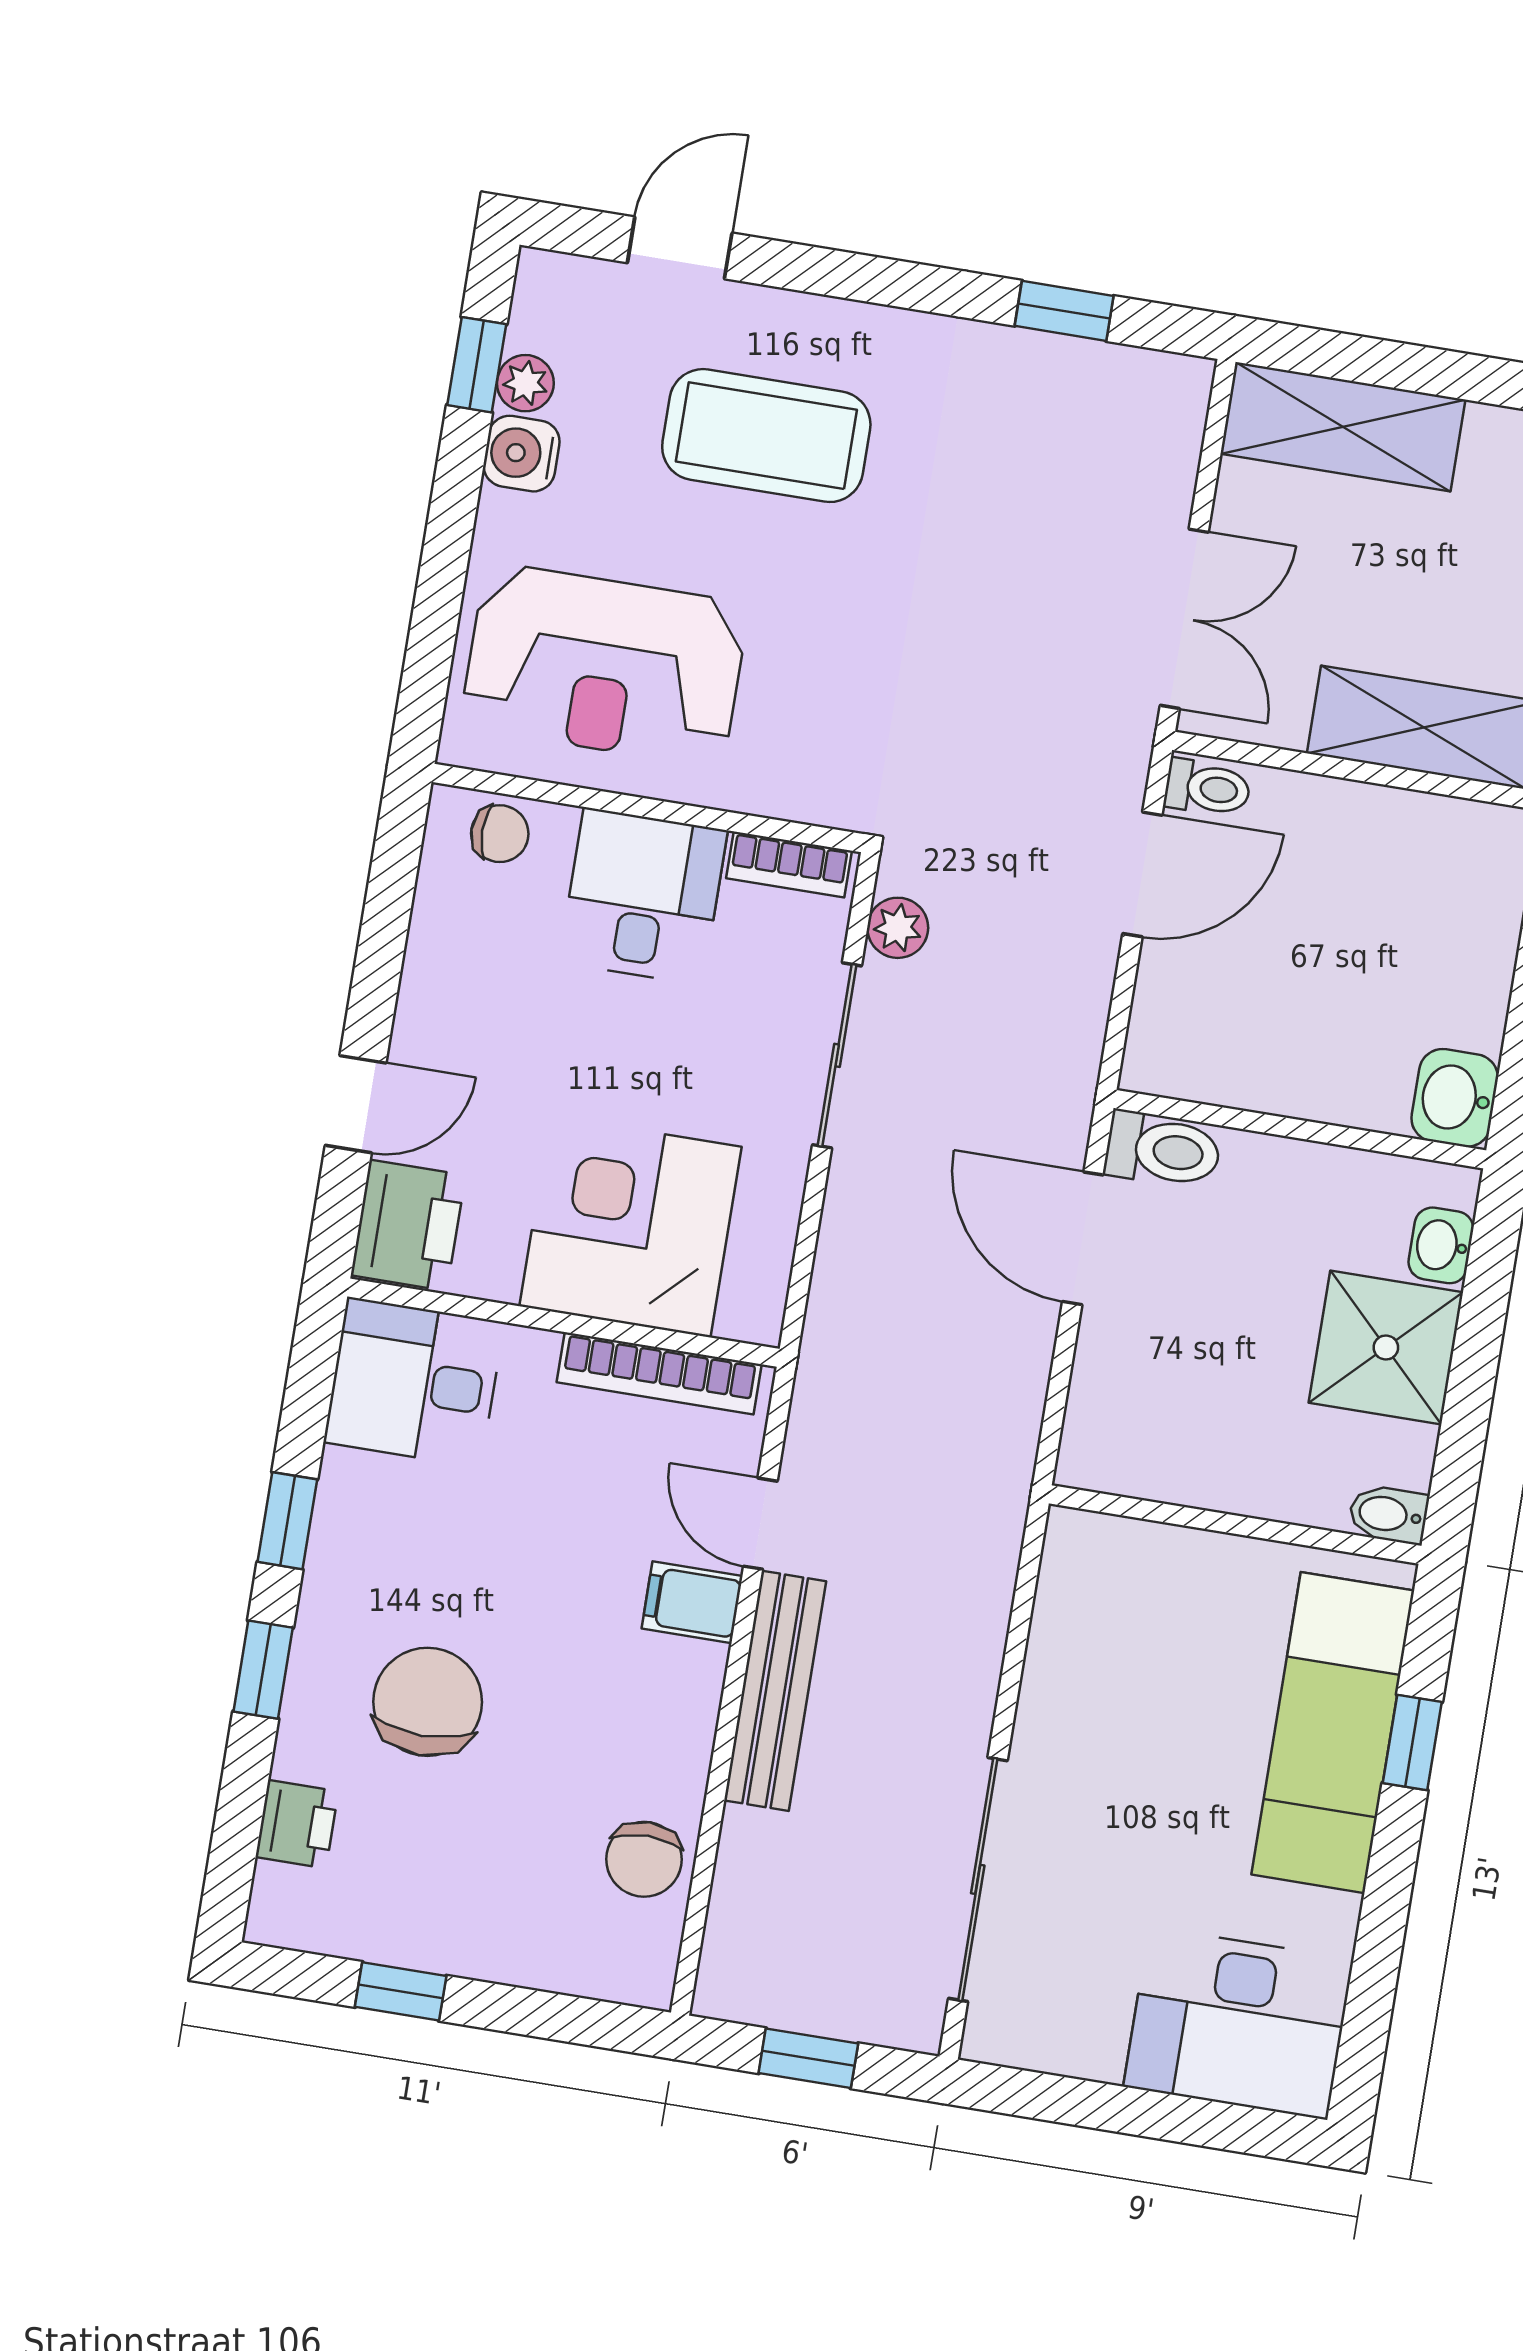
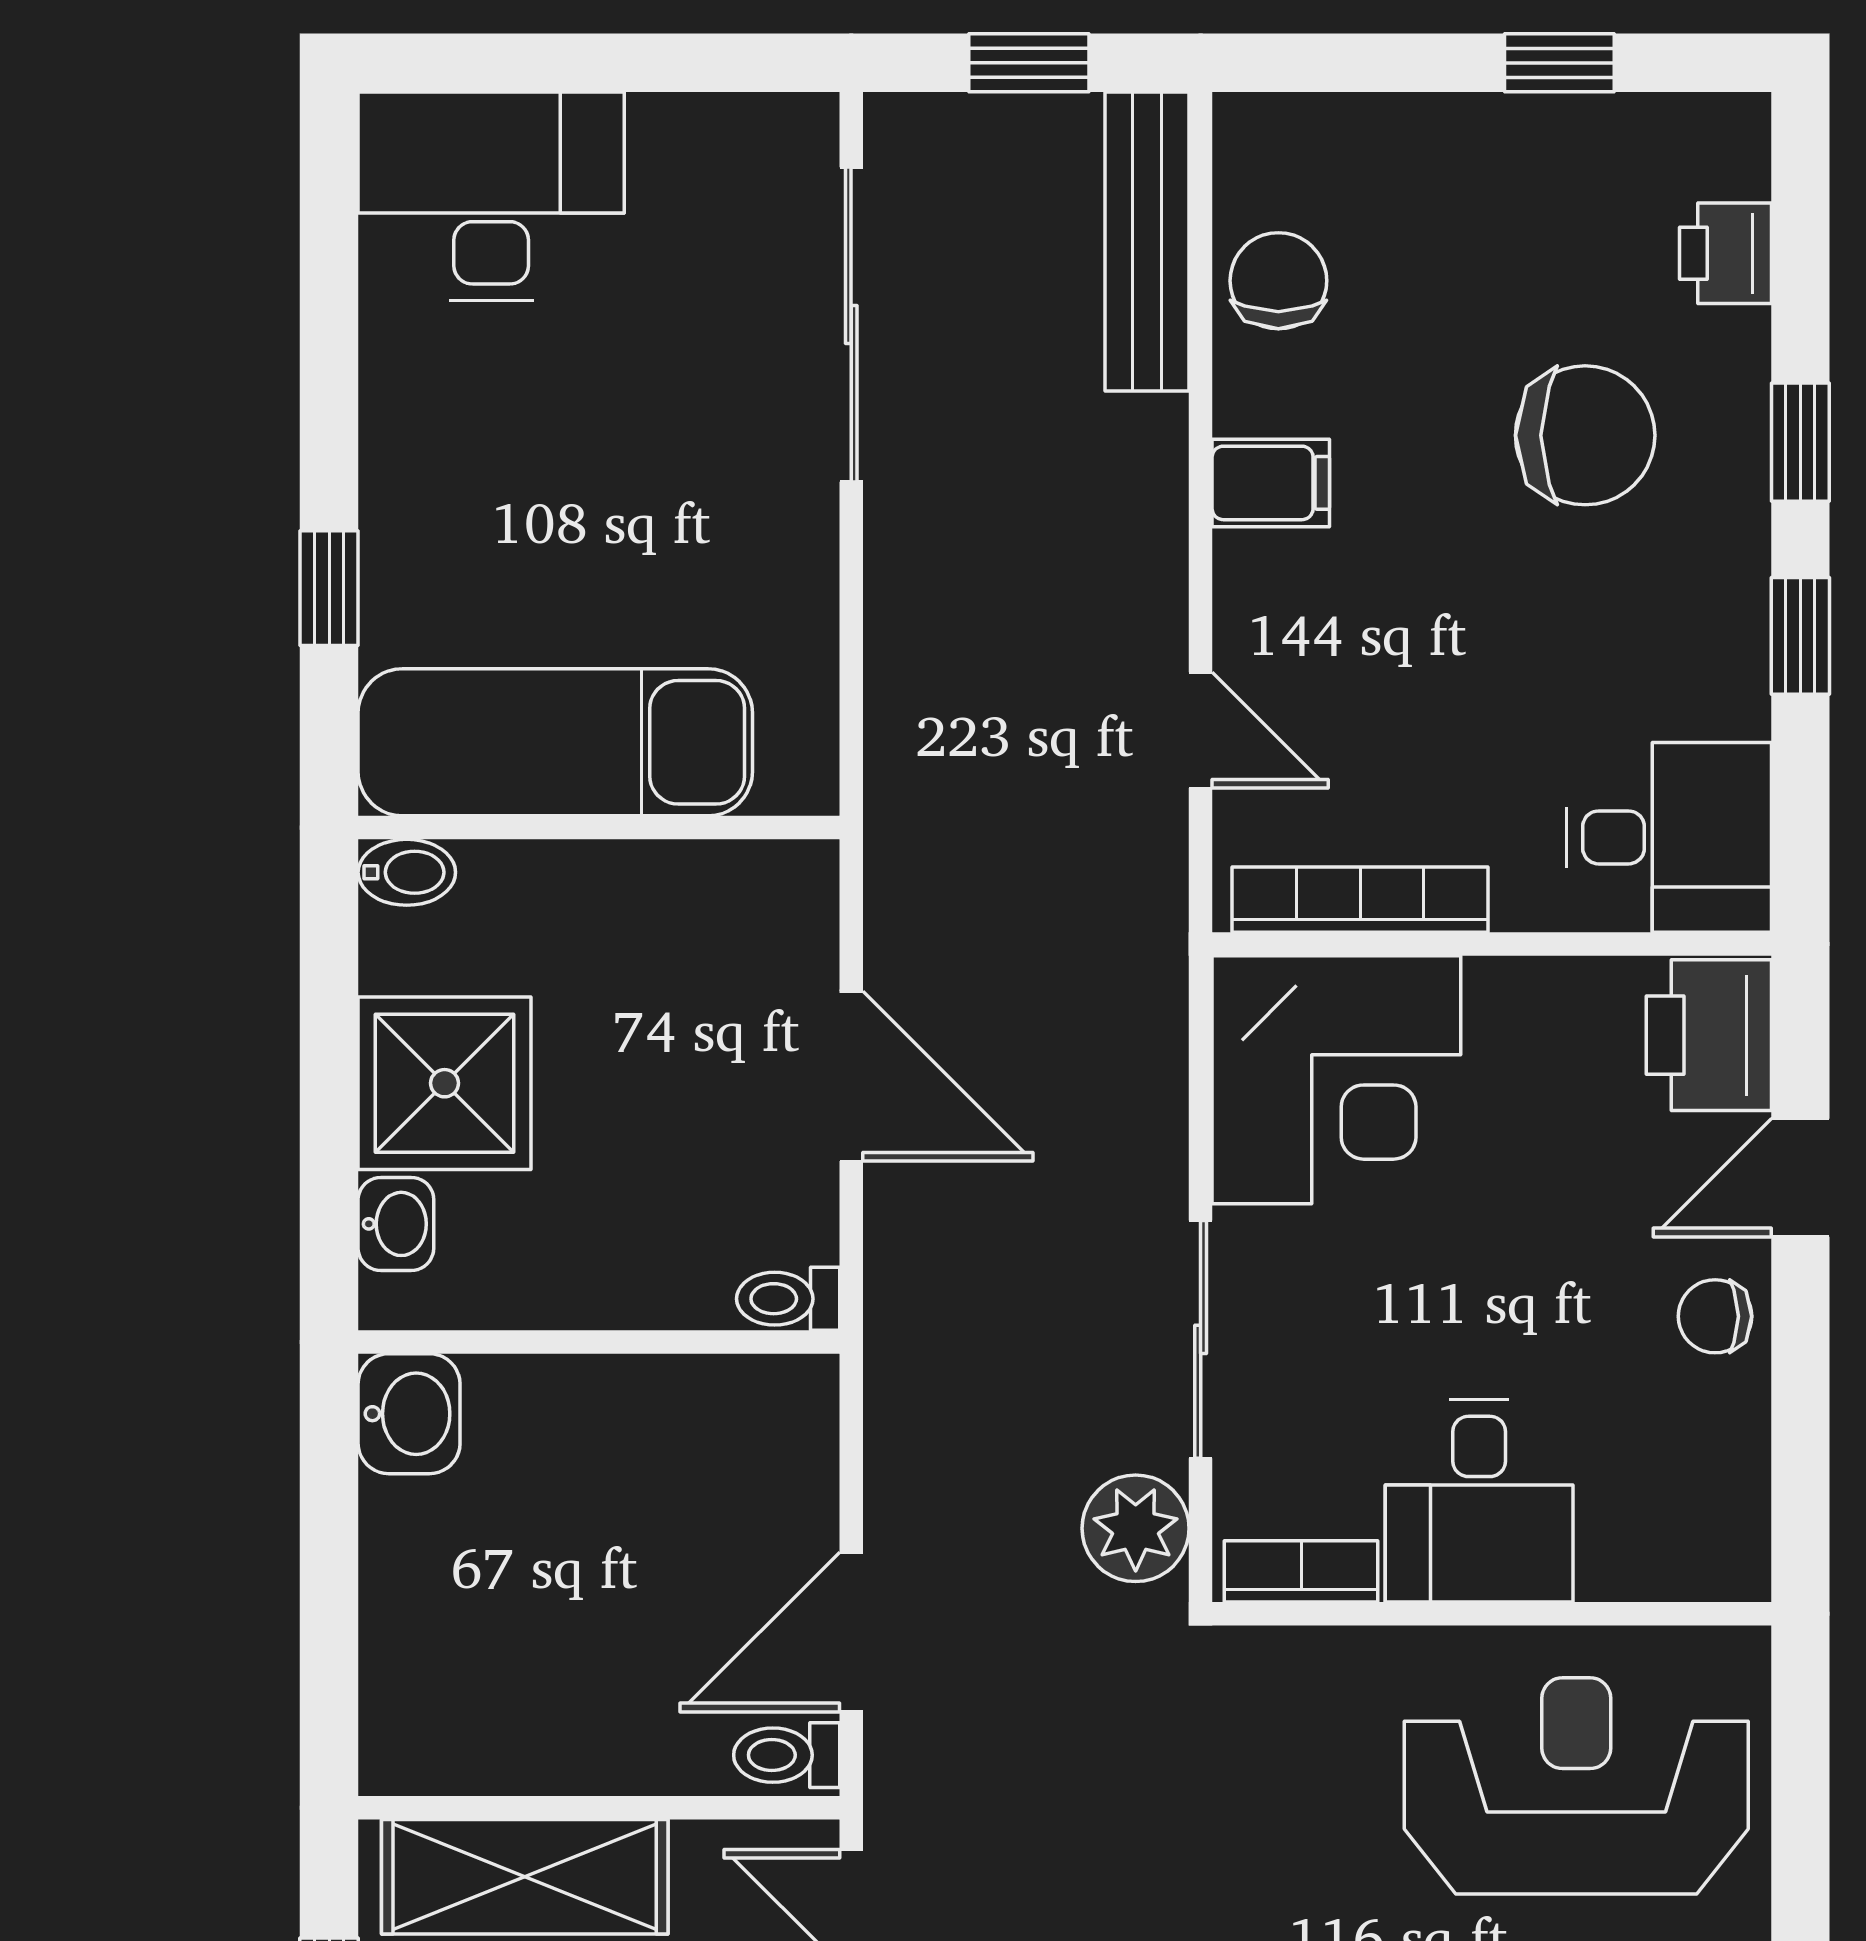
chair: (500, 834) -> (1715, 1316), moved
plant: (898, 928) -> (1136, 1528), width x1.38, depth x1.38
toilet: (1163, 1150) -> (788, 1299), width x0.73, depth x0.72
corner desk: (631, 1226) -> (1336, 1080), moved
door: (1083, 1238) -> (851, 1076), moved
filing cabinet: (692, 1602) -> (1271, 483), moved
bench: (775, 1691) -> (1147, 242), moved
chair: (428, 1702) -> (1585, 435), turned -90
exam couch: (1333, 1733) -> (555, 742), moved, turned -90

